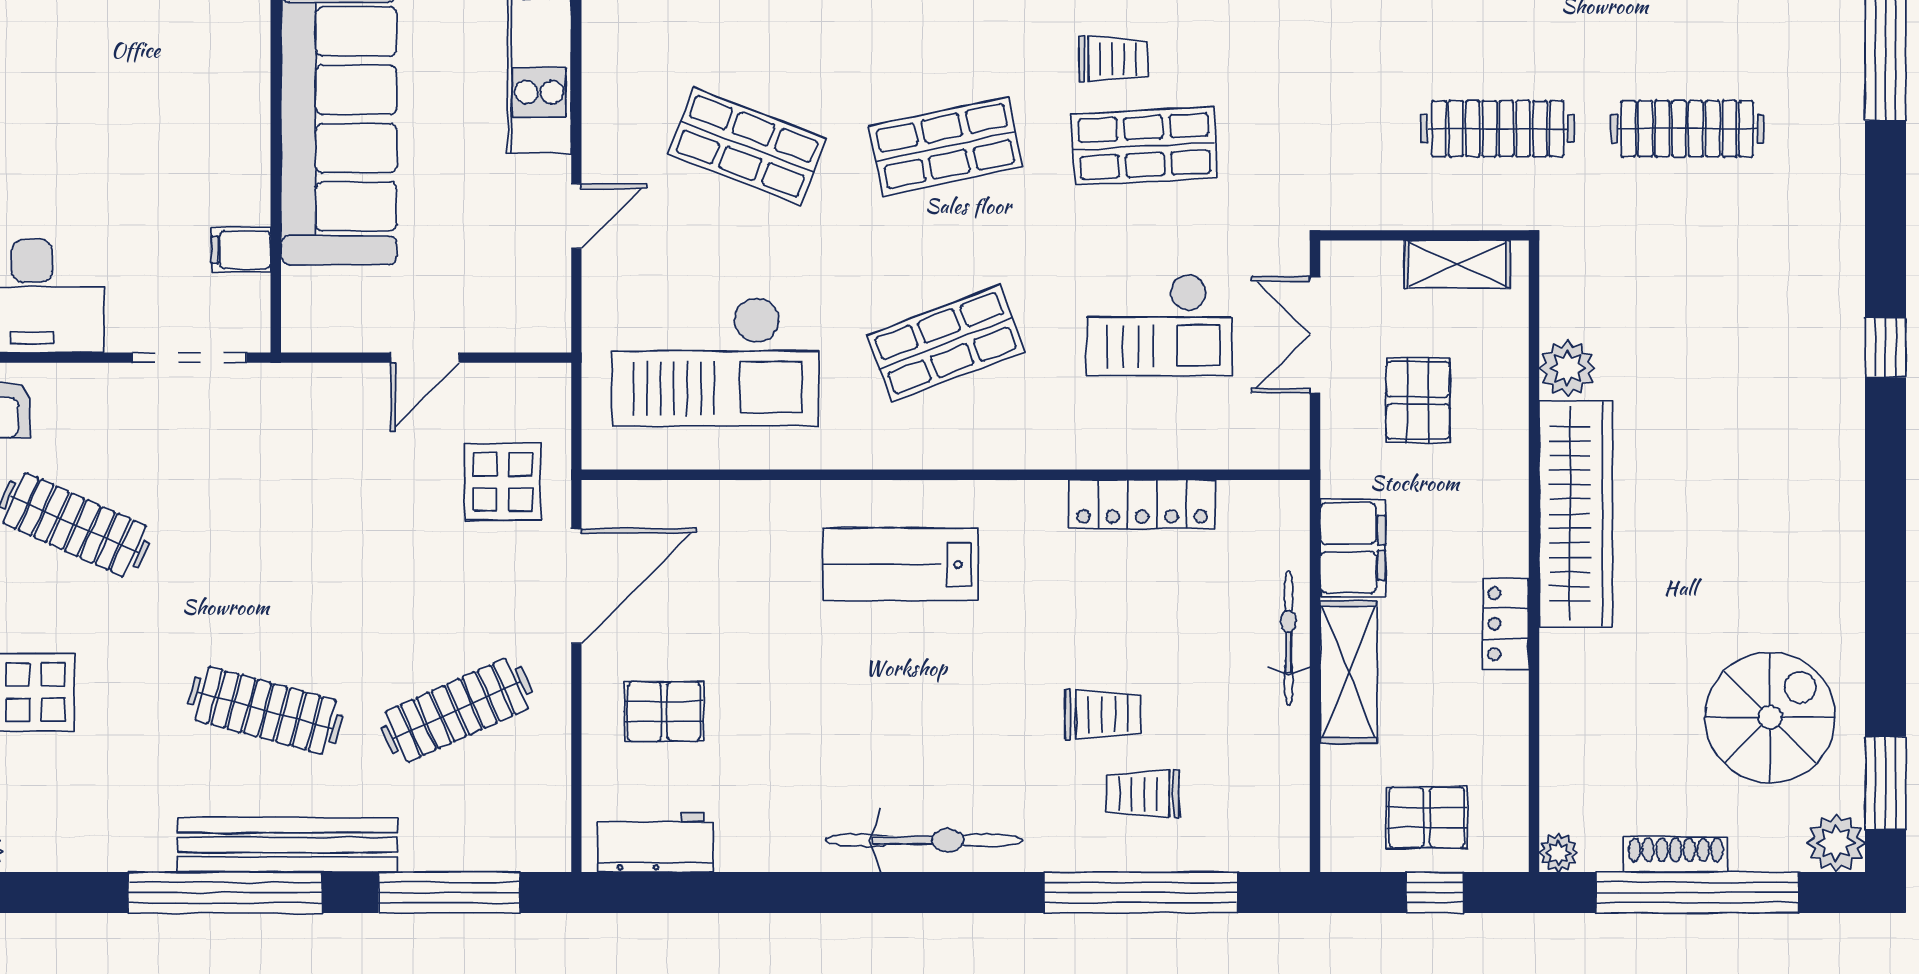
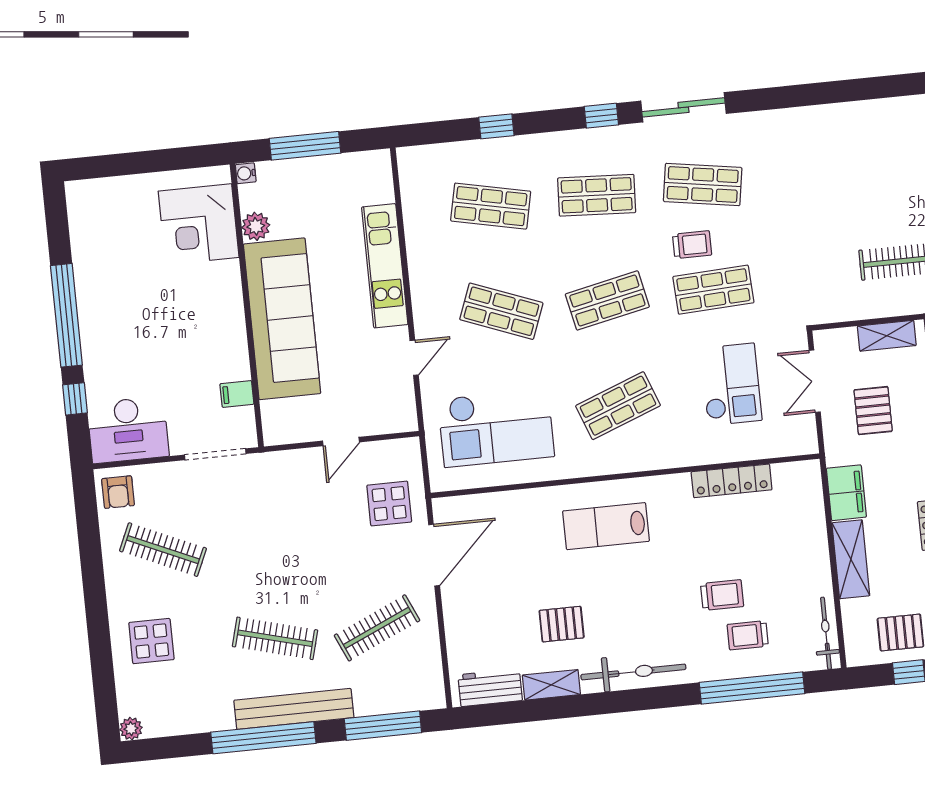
checkout: (1159, 325) -> (731, 384), turned -90
bicycle: (1289, 638) -> (826, 633), moved
pallet: (664, 711) -> (562, 624), moved
shelving: (769, 849) -> (551, 685), added

